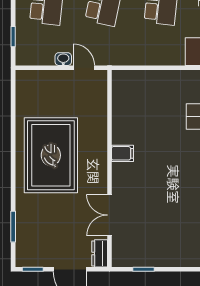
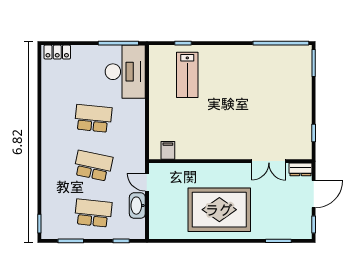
washbasin: (63, 59) -> (137, 206), width x1.91, depth x1.45
door: (84, 68) -> (147, 182), hinge flipped
filing cabinet: (122, 153) -> (168, 150), moved

